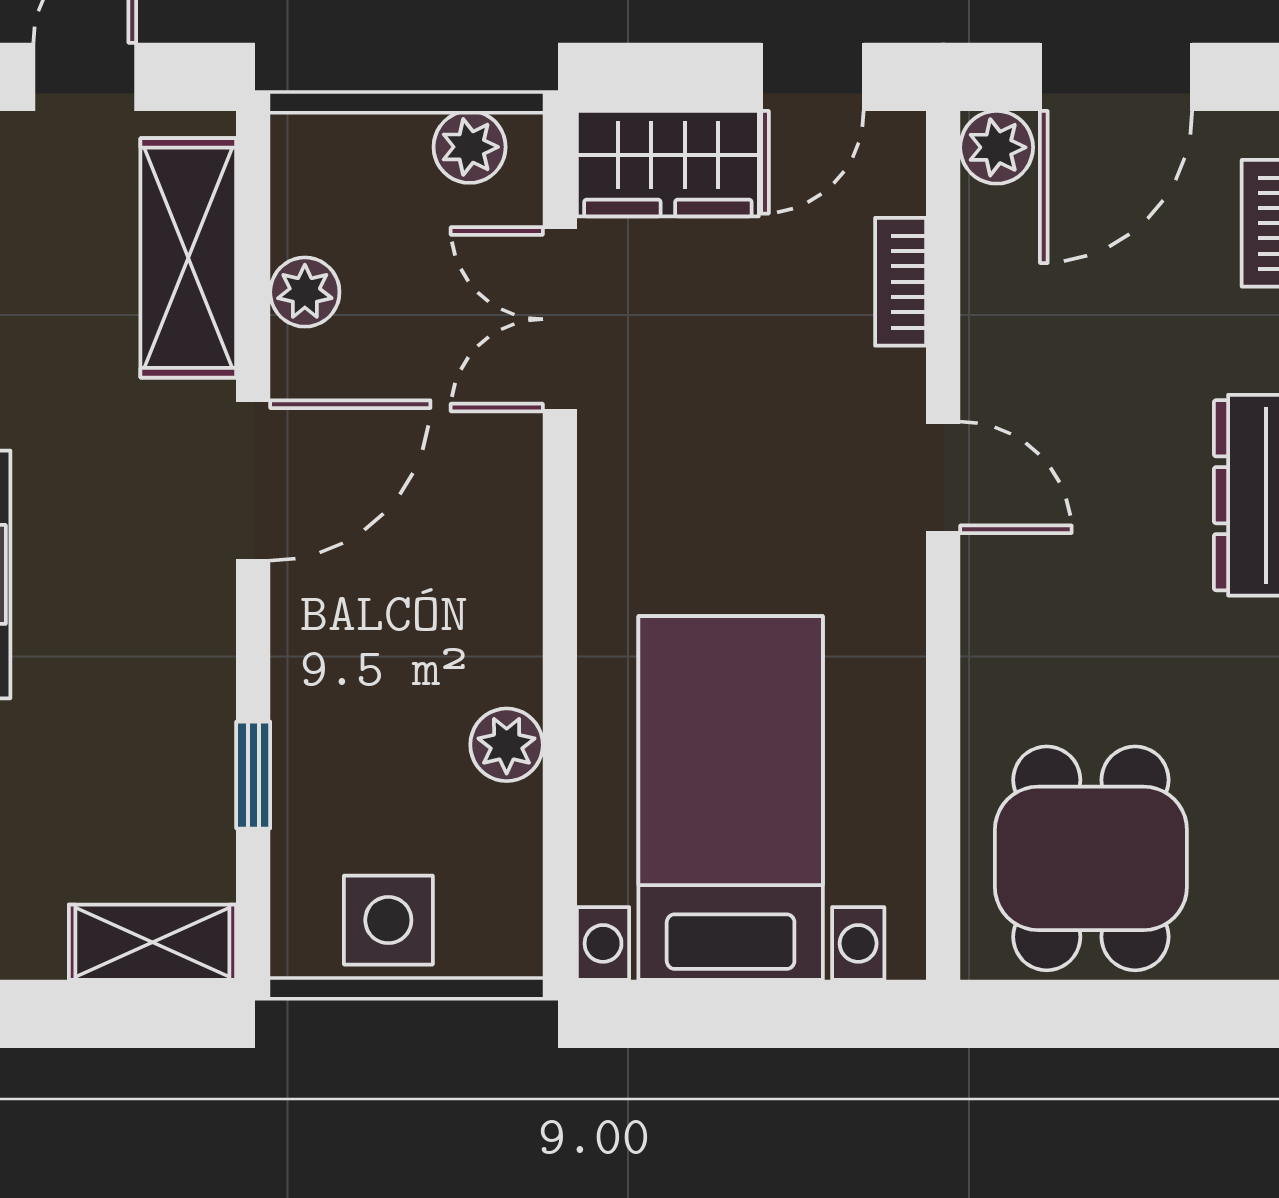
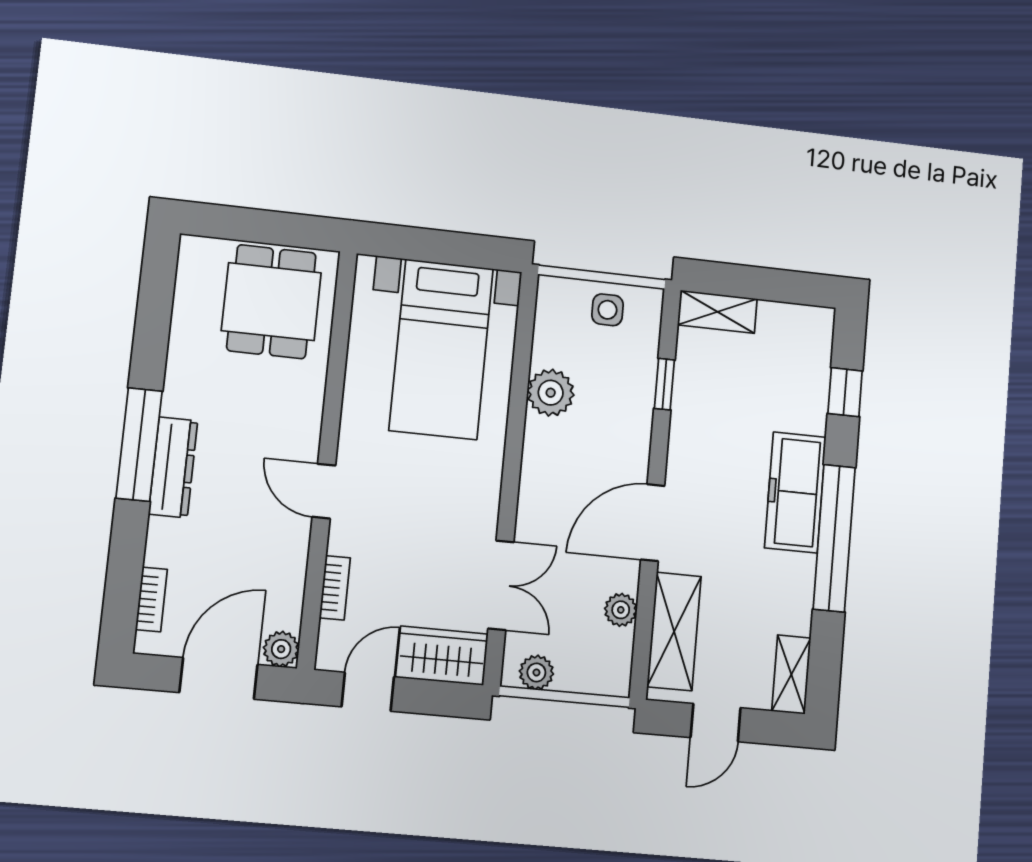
plant: (507, 745) -> (551, 393), width x1.38, depth x1.38
side table: (388, 920) -> (607, 310), width x0.73, depth x0.73

